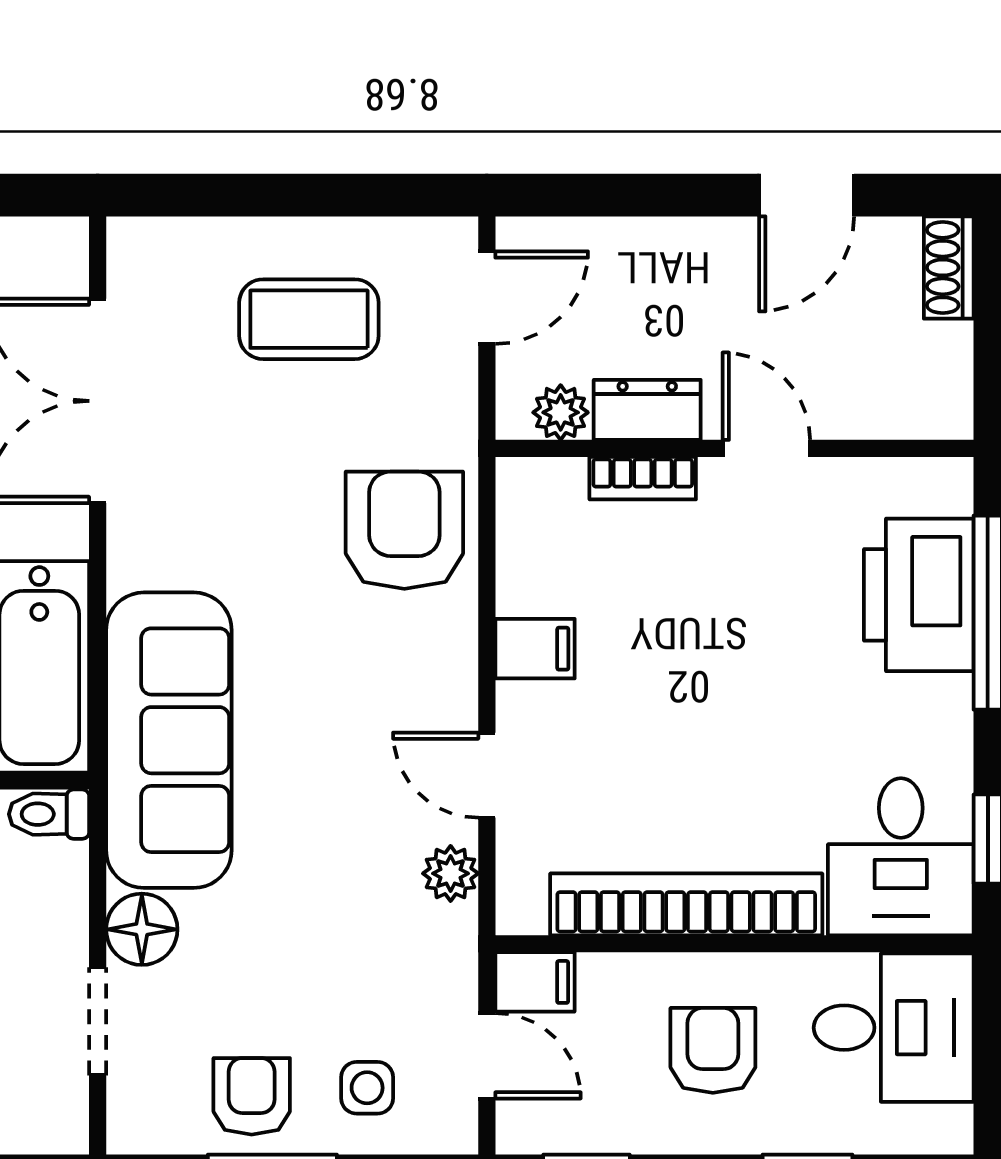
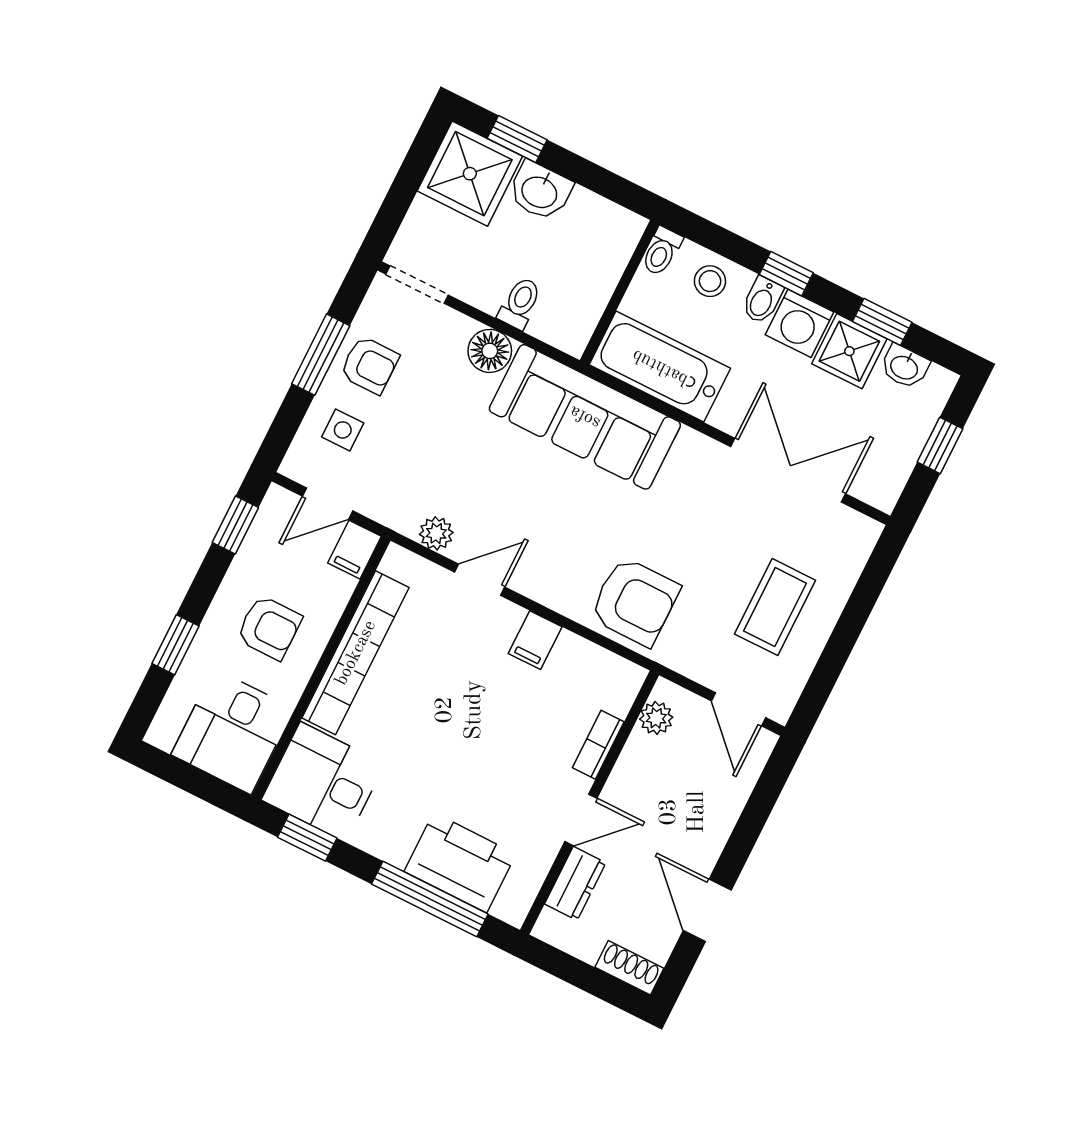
dresser: (647, 410) -> (575, 883), moved
toilet: (49, 814) -> (520, 303), moved
doorway: (98, 1021) -> (417, 285), moved

